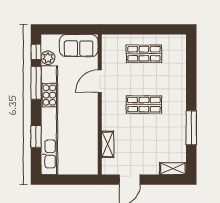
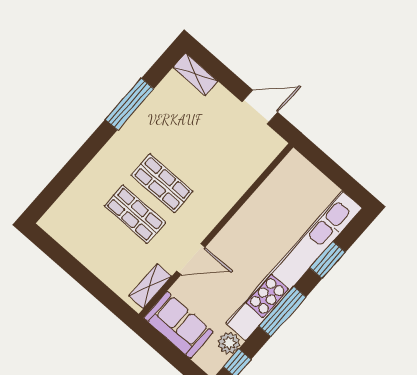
shop shelf: (144, 54) -> (135, 214), moved
window: (36, 83) -> (282, 312), moved
shelving: (108, 144) -> (150, 286), moved

